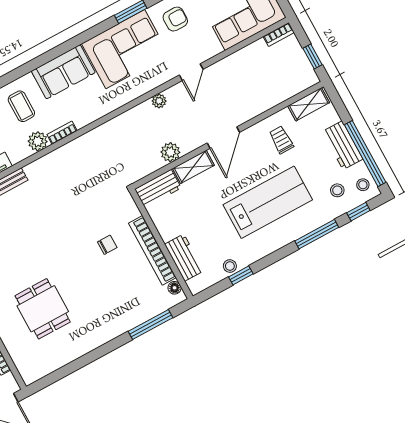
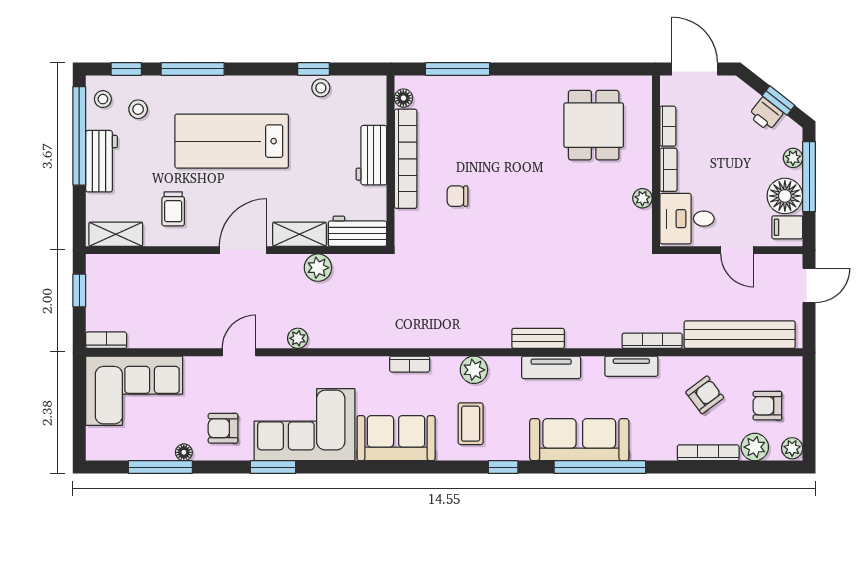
bookcase: (62, 133) -> (410, 364), moved
workbench: (184, 258) -> (371, 155), moved
dining table: (43, 309) -> (594, 125), moved

